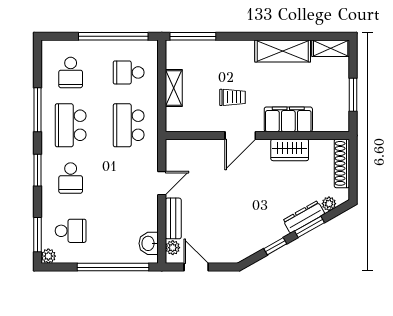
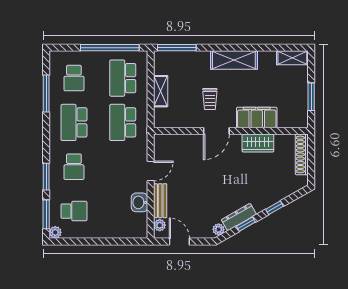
shelving: (283, 51) -> (234, 60), moved
school desk: (129, 72) -> (123, 78), width x1.85
trolley: (233, 97) -> (210, 99), turned 90
window: (37, 110) -> (46, 94), moved
window: (37, 170) -> (46, 177), moved
plant: (329, 204) -> (219, 229), moved
dresser: (304, 217) -> (239, 217), moved
window: (310, 227) -> (275, 208), width x0.67
washbasin: (149, 243) -> (139, 202), moved
window: (113, 267) -> (110, 242), removed

